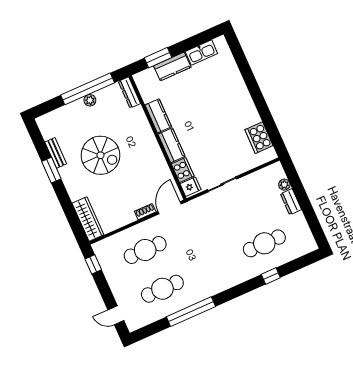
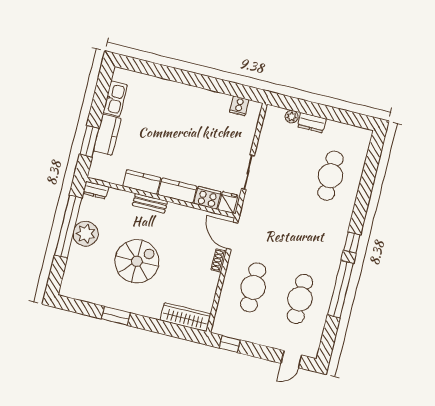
dresser: (129, 92) -> (96, 190), width x0.70
plant: (90, 100) -> (86, 234), width x1.87, depth x1.87
cooker: (259, 138) -> (239, 106), width x0.53, depth x0.76
bench: (56, 153) -> (150, 203), moved
window: (271, 276) -> (352, 243), moved

